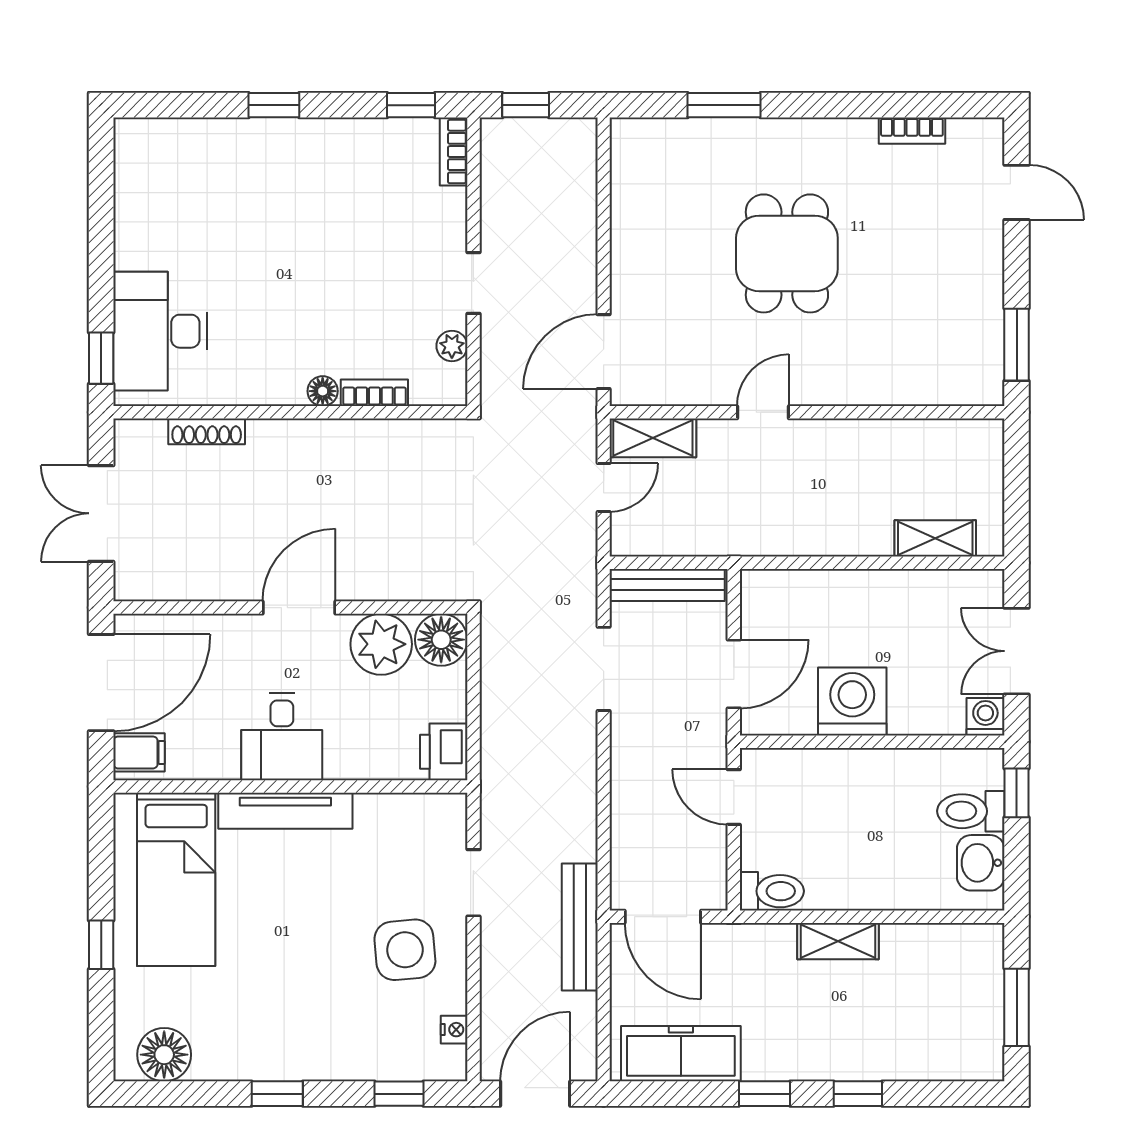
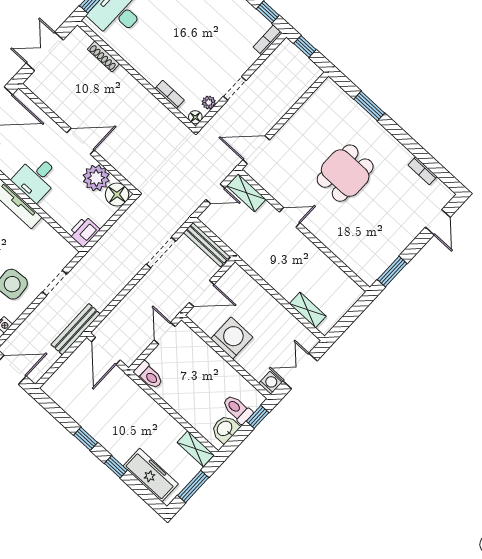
floor lamp: (323, 391) -> (195, 117), moved
shelving: (838, 941) -> (196, 449), moved
freezer: (681, 1054) -> (151, 475), moved

